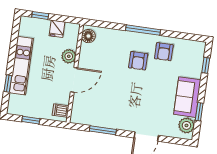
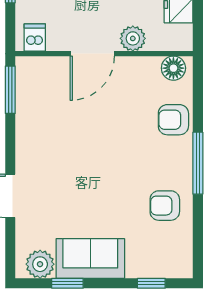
armchair: (138, 61) -> (173, 120), moved
door: (74, 80) -> (92, 54), hinge flipped
window: (103, 130) -> (10, 90), moved

